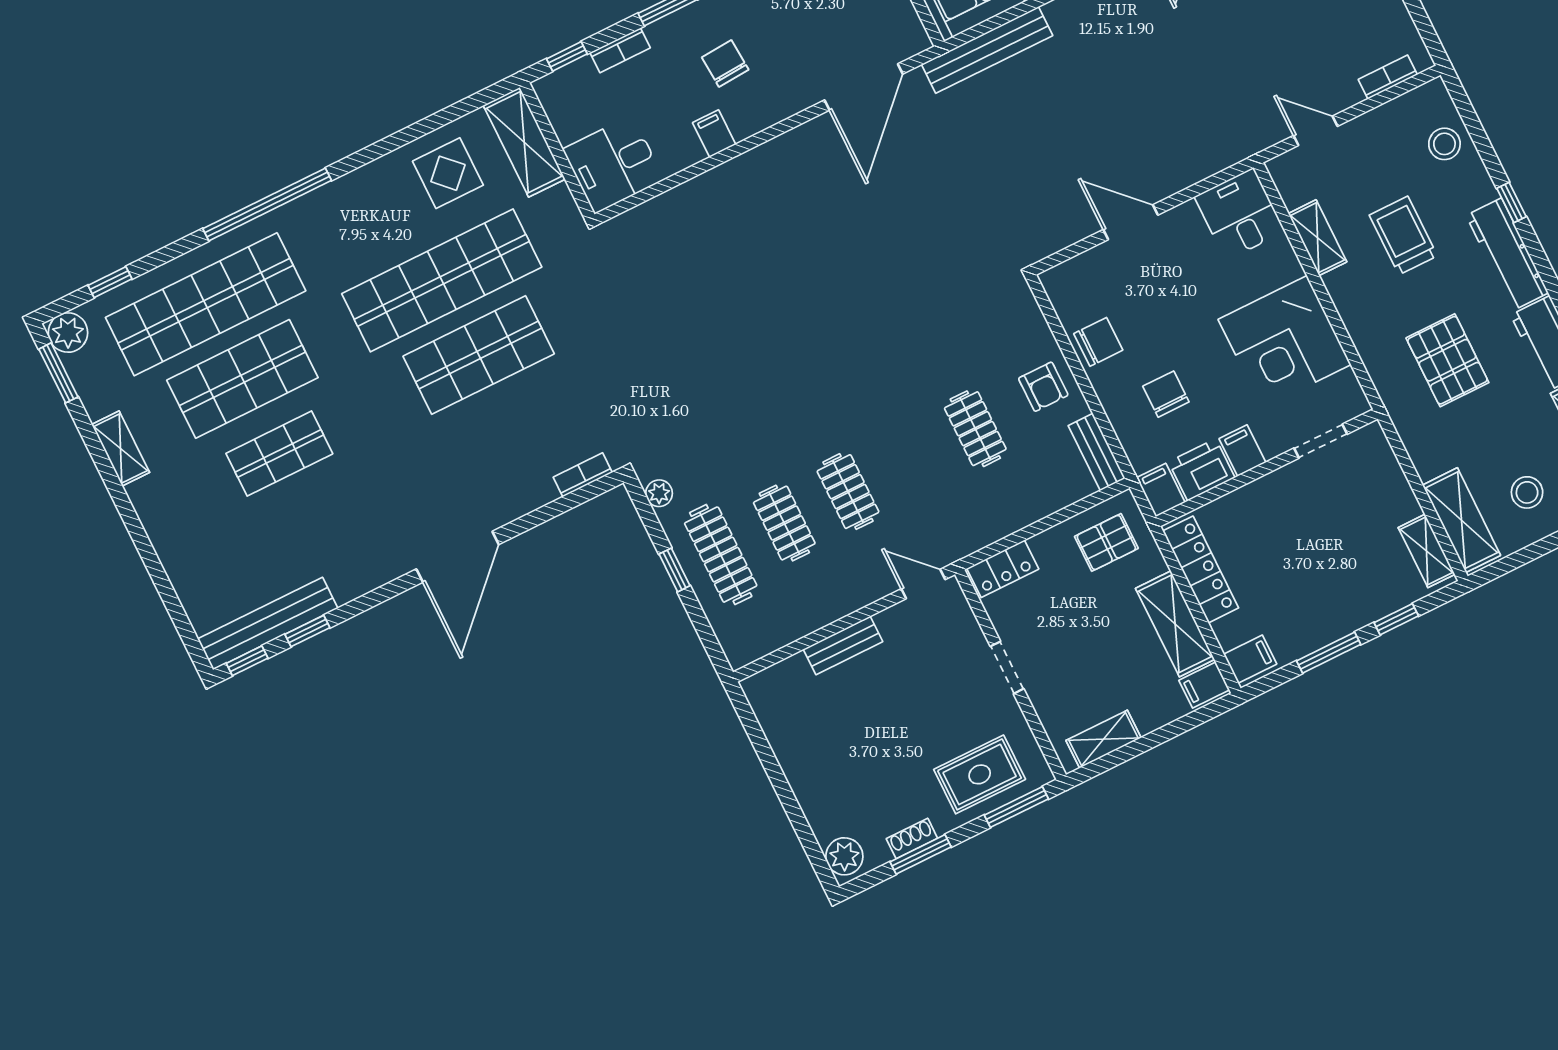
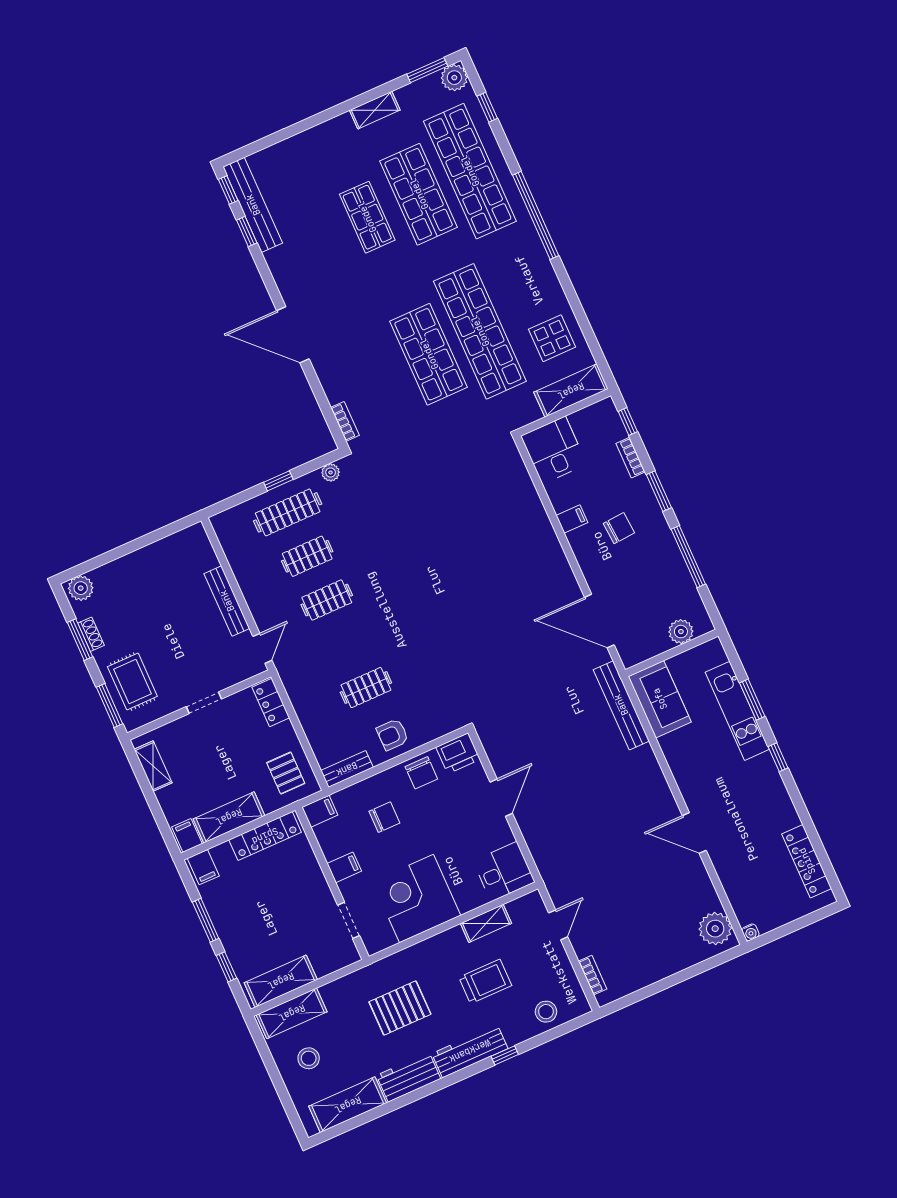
printer: (1202, 470) -> (458, 753), moved, turned 90
shelving: (1427, 551) -> (281, 981), width x1.50, depth x1.33
bench: (843, 645) -> (227, 601), width x1.36

